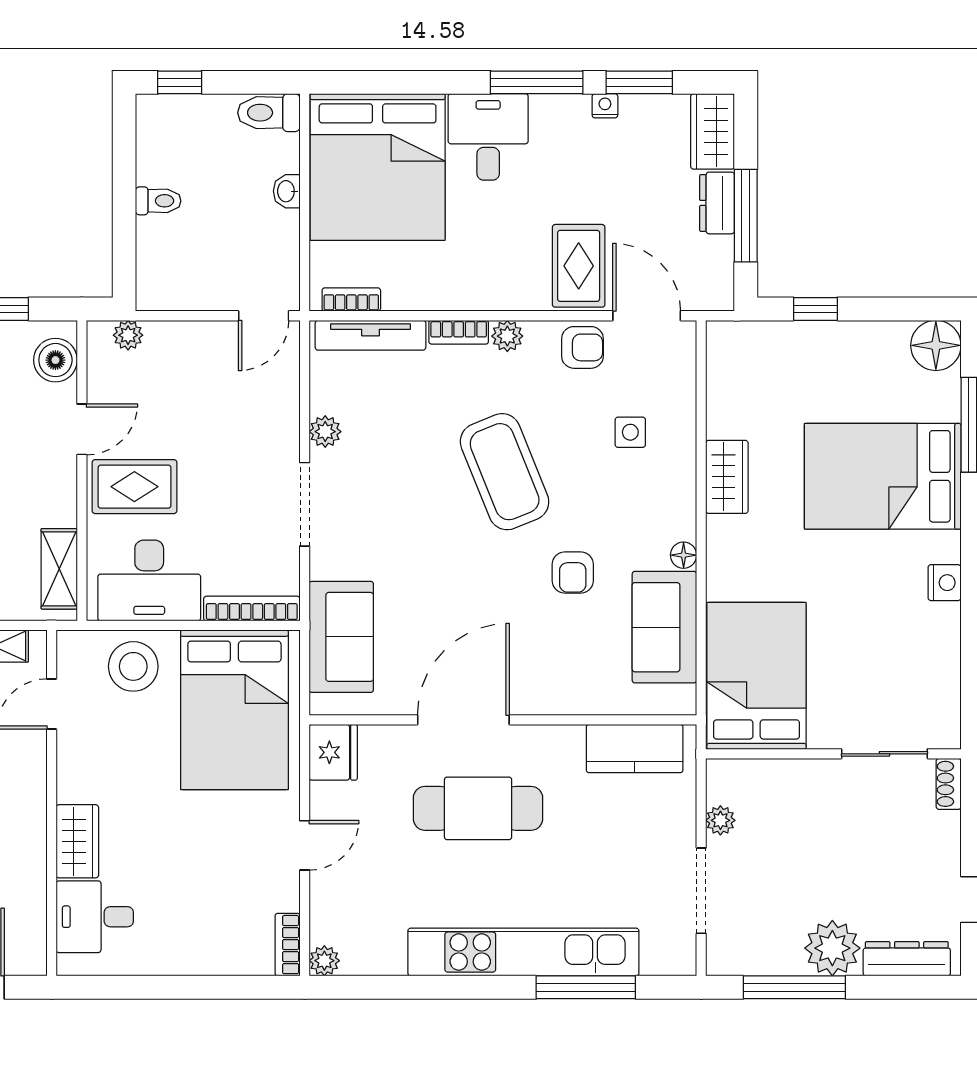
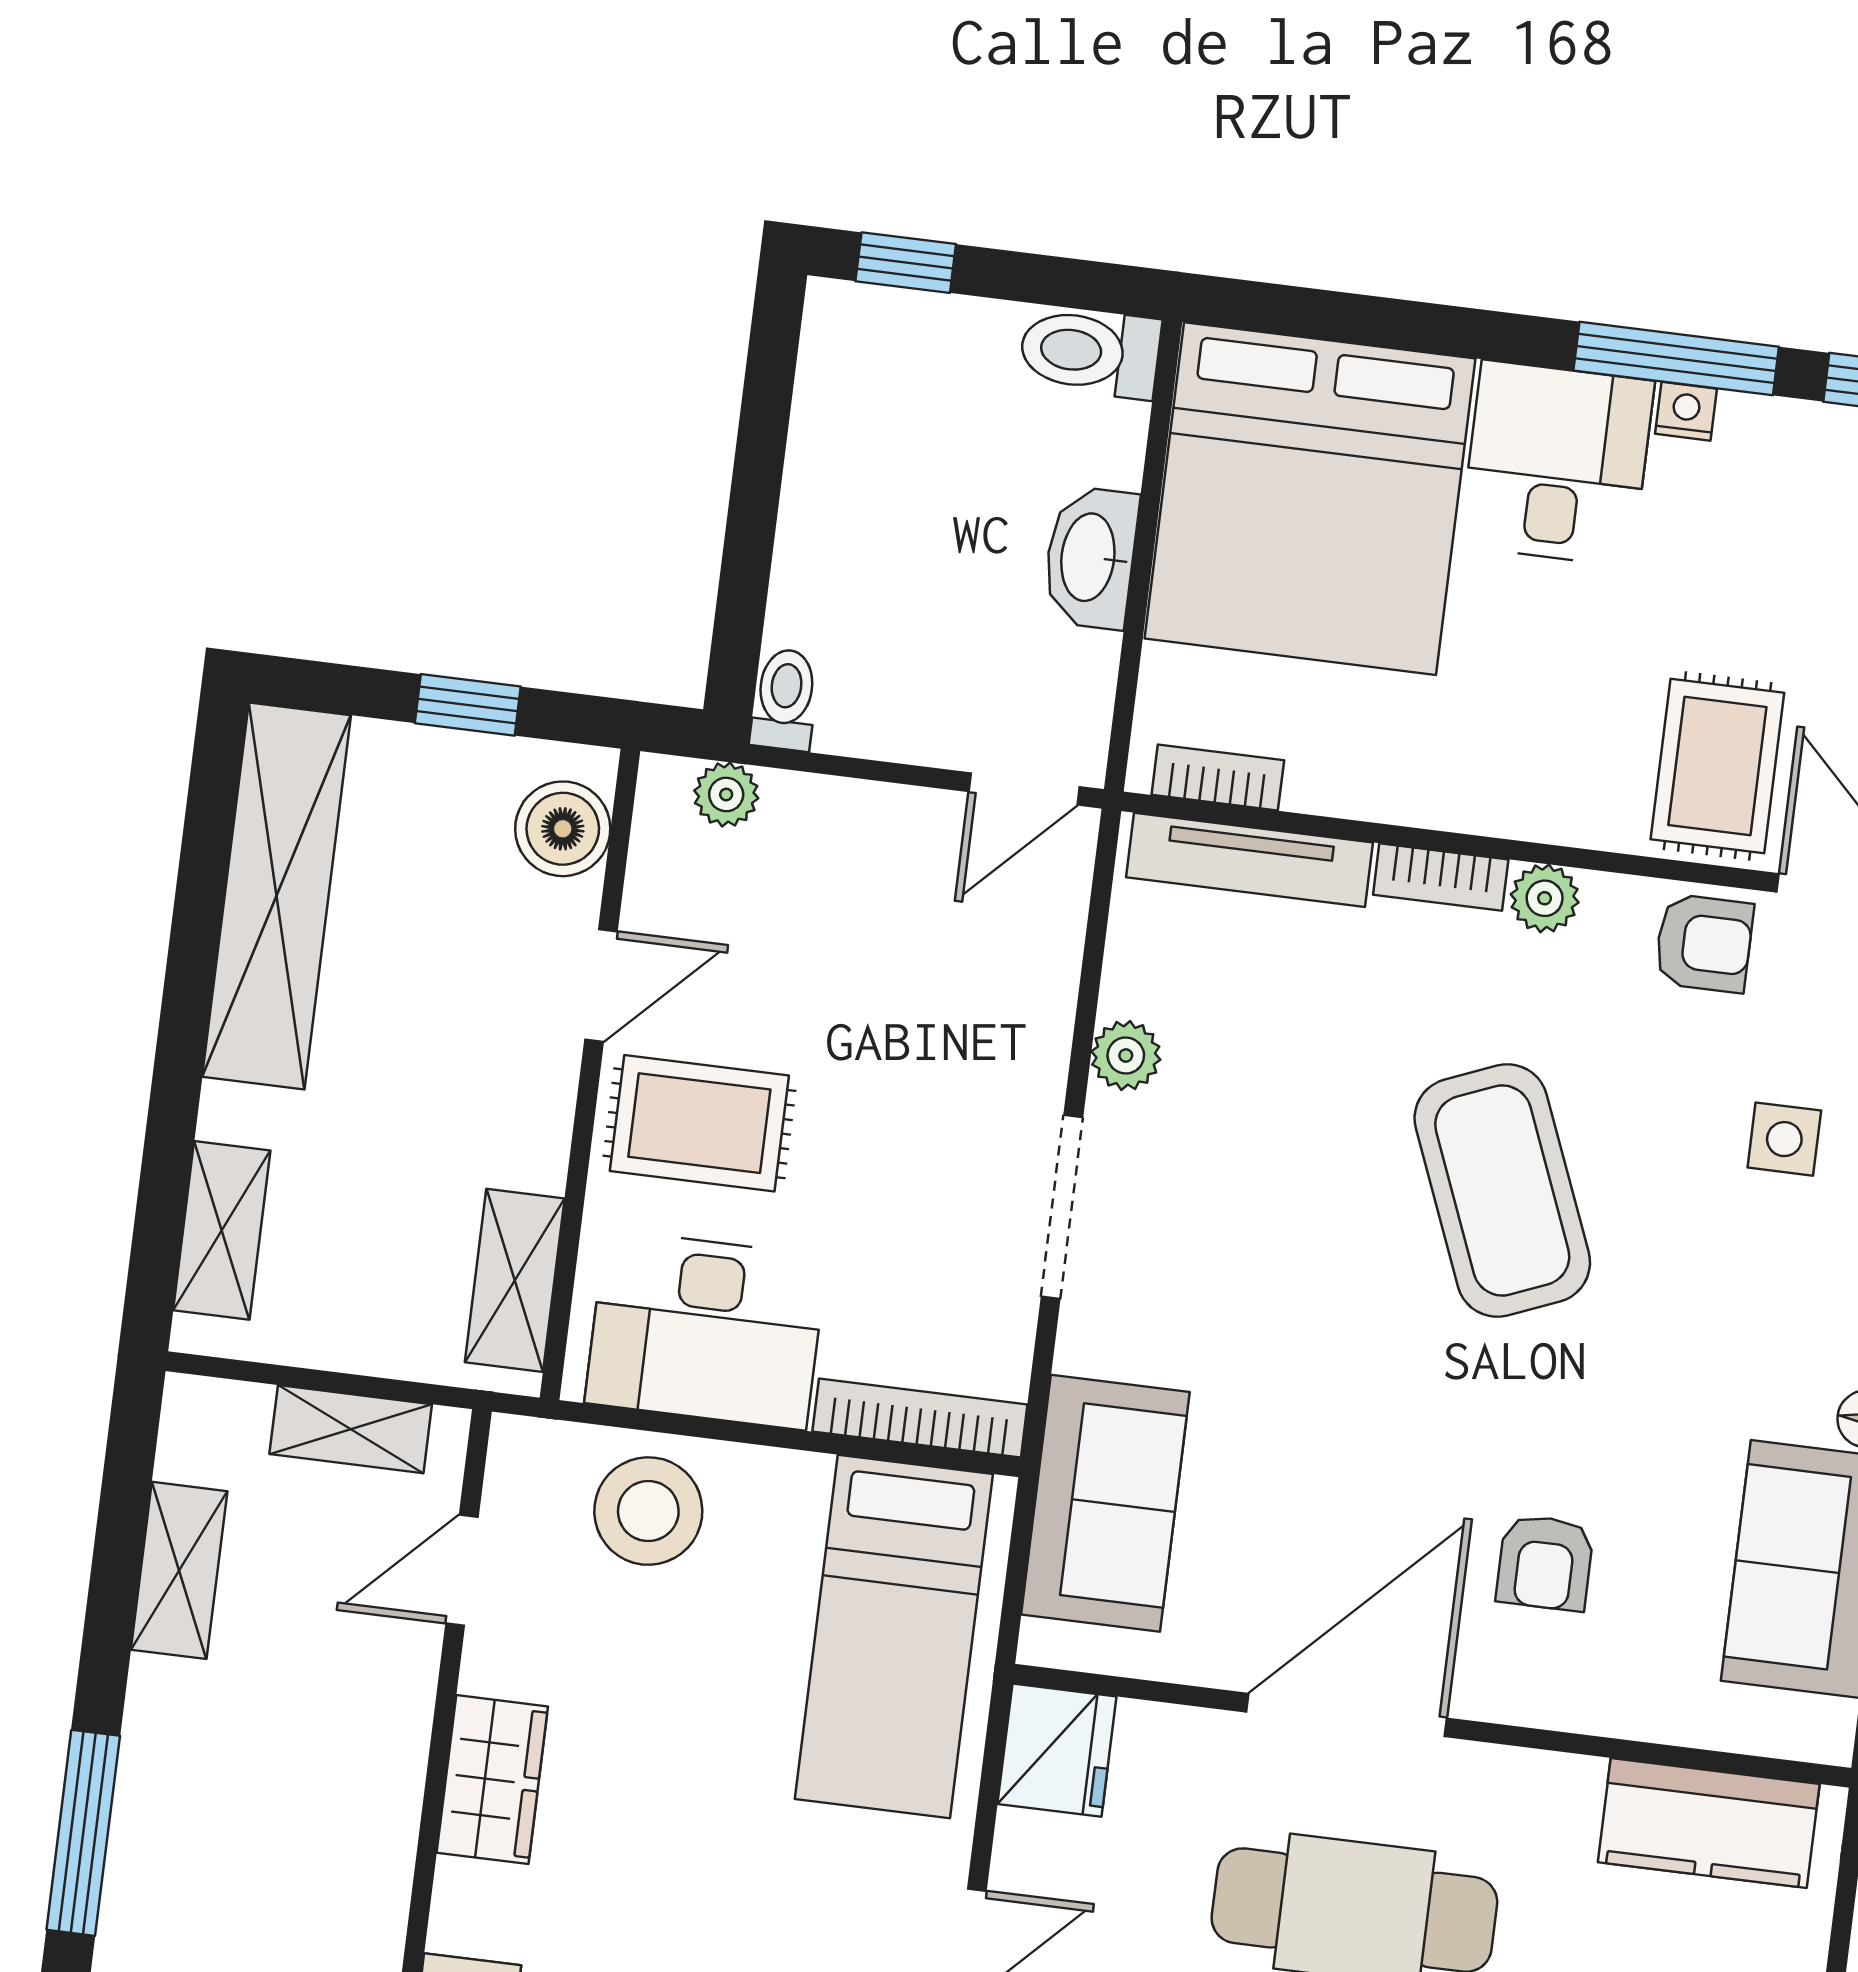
nightstand: (605, 106) -> (1686, 411), moved
washbasin: (287, 191) -> (1090, 558), width x1.91, depth x1.45
toilet: (158, 201) -> (785, 699), moved, turned -90
armchair: (573, 573) -> (1545, 1563), moved
bed: (234, 710) -> (894, 1637), width x0.67
wardrobe: (77, 841) -> (492, 1780), moved

